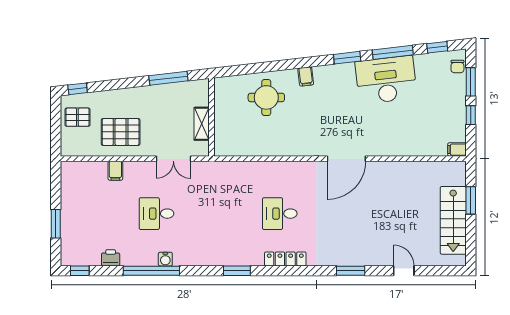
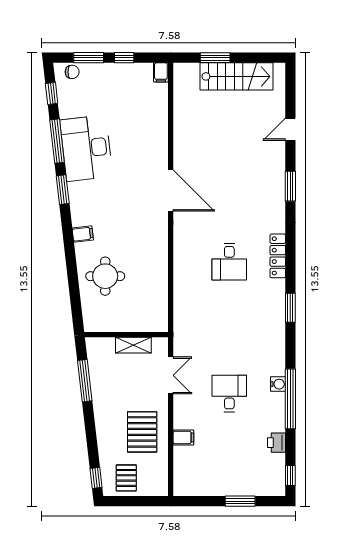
desk: (156, 214) -> (229, 394), turned 180

